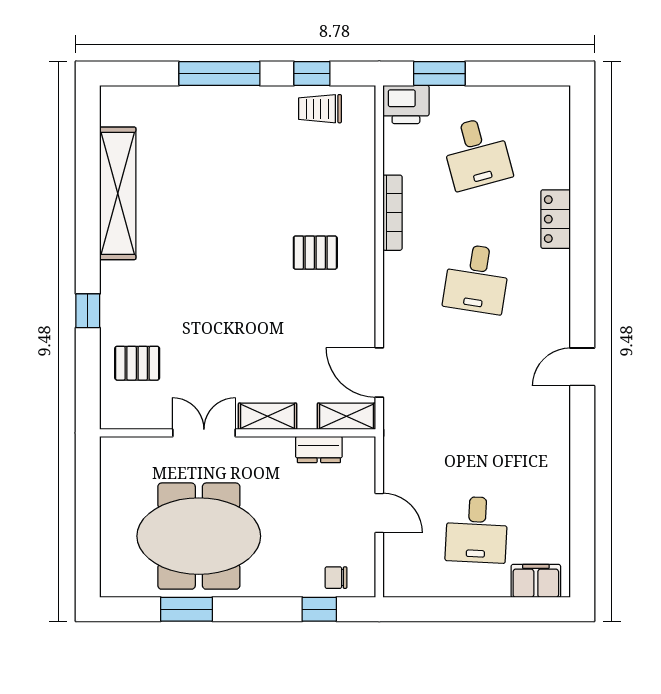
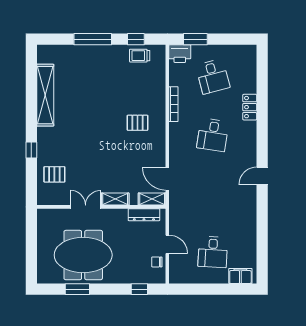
dresser: (319, 450) -> (144, 215), width x1.44
chair: (336, 578) -> (157, 262), moved

